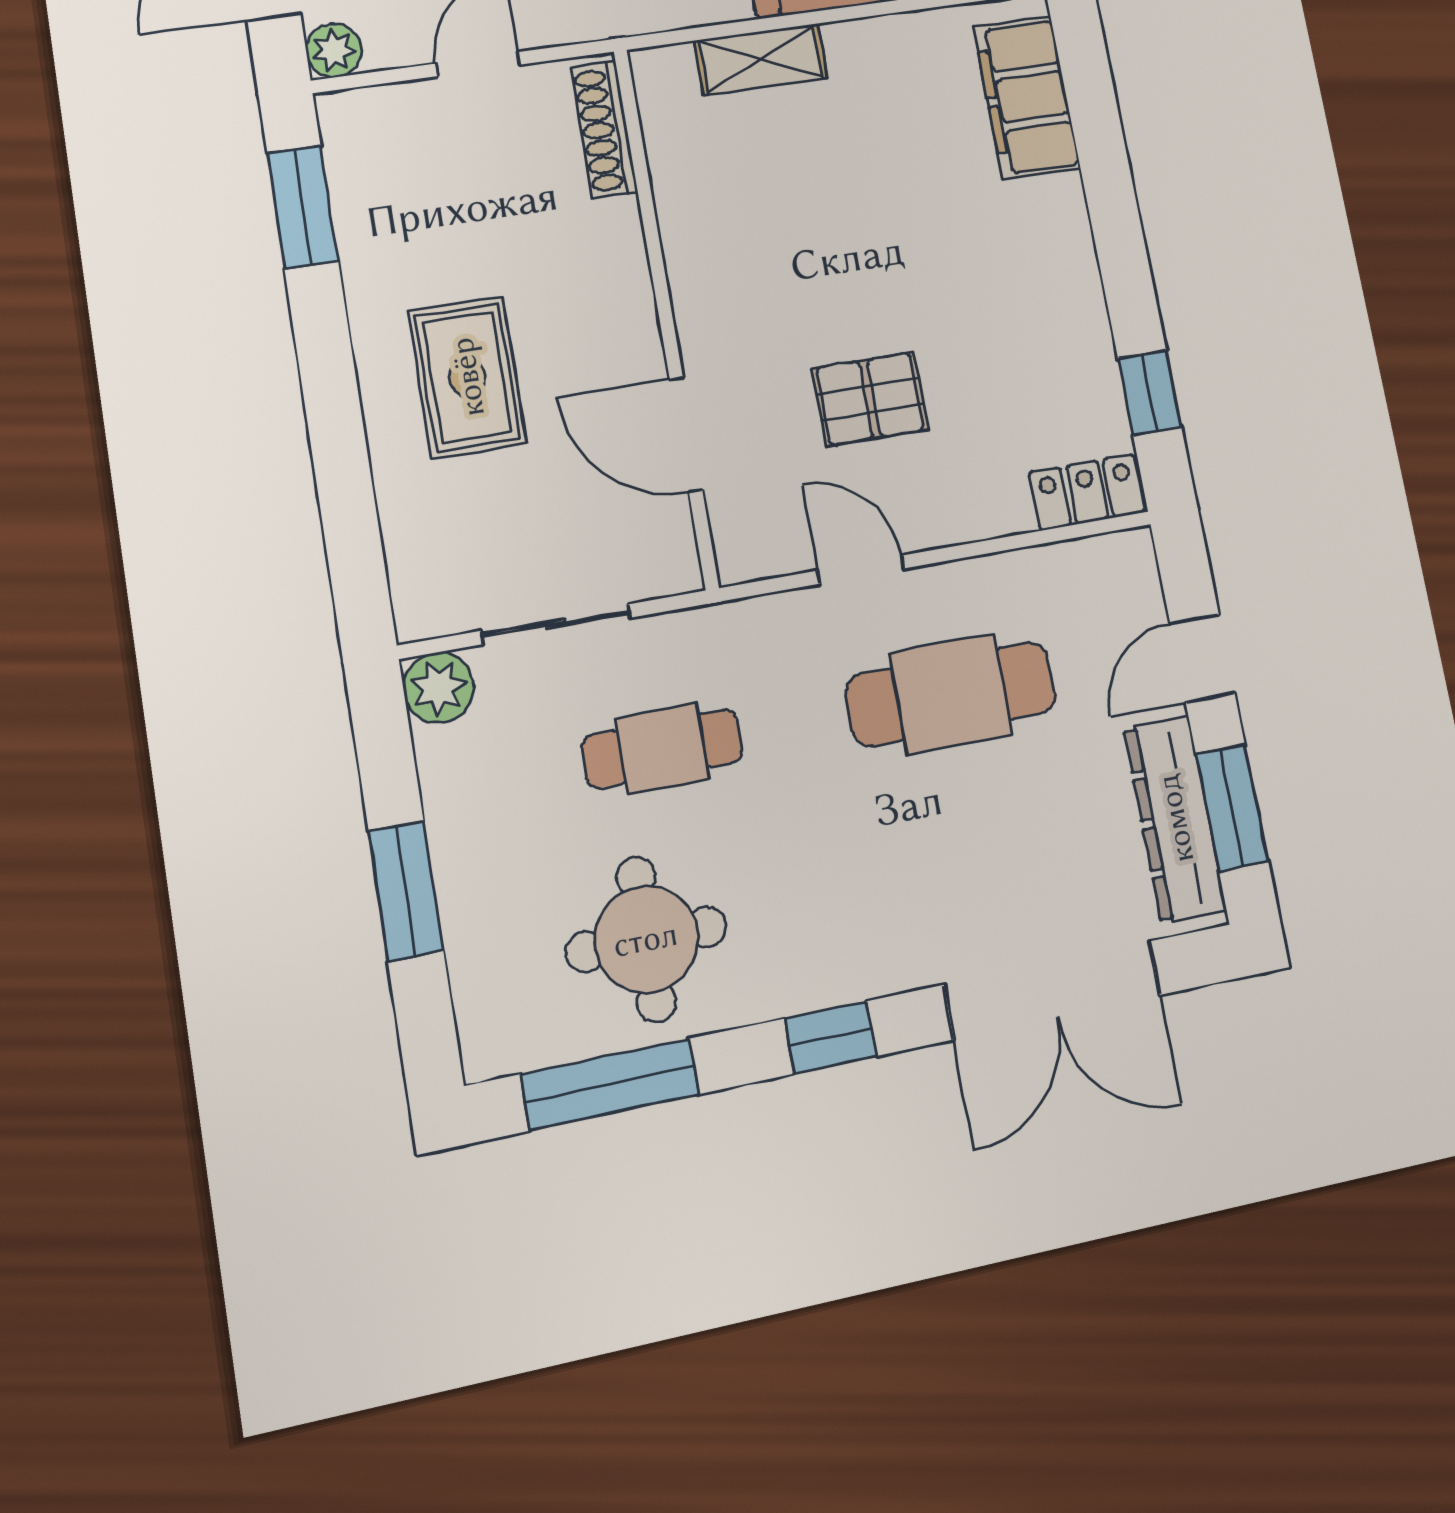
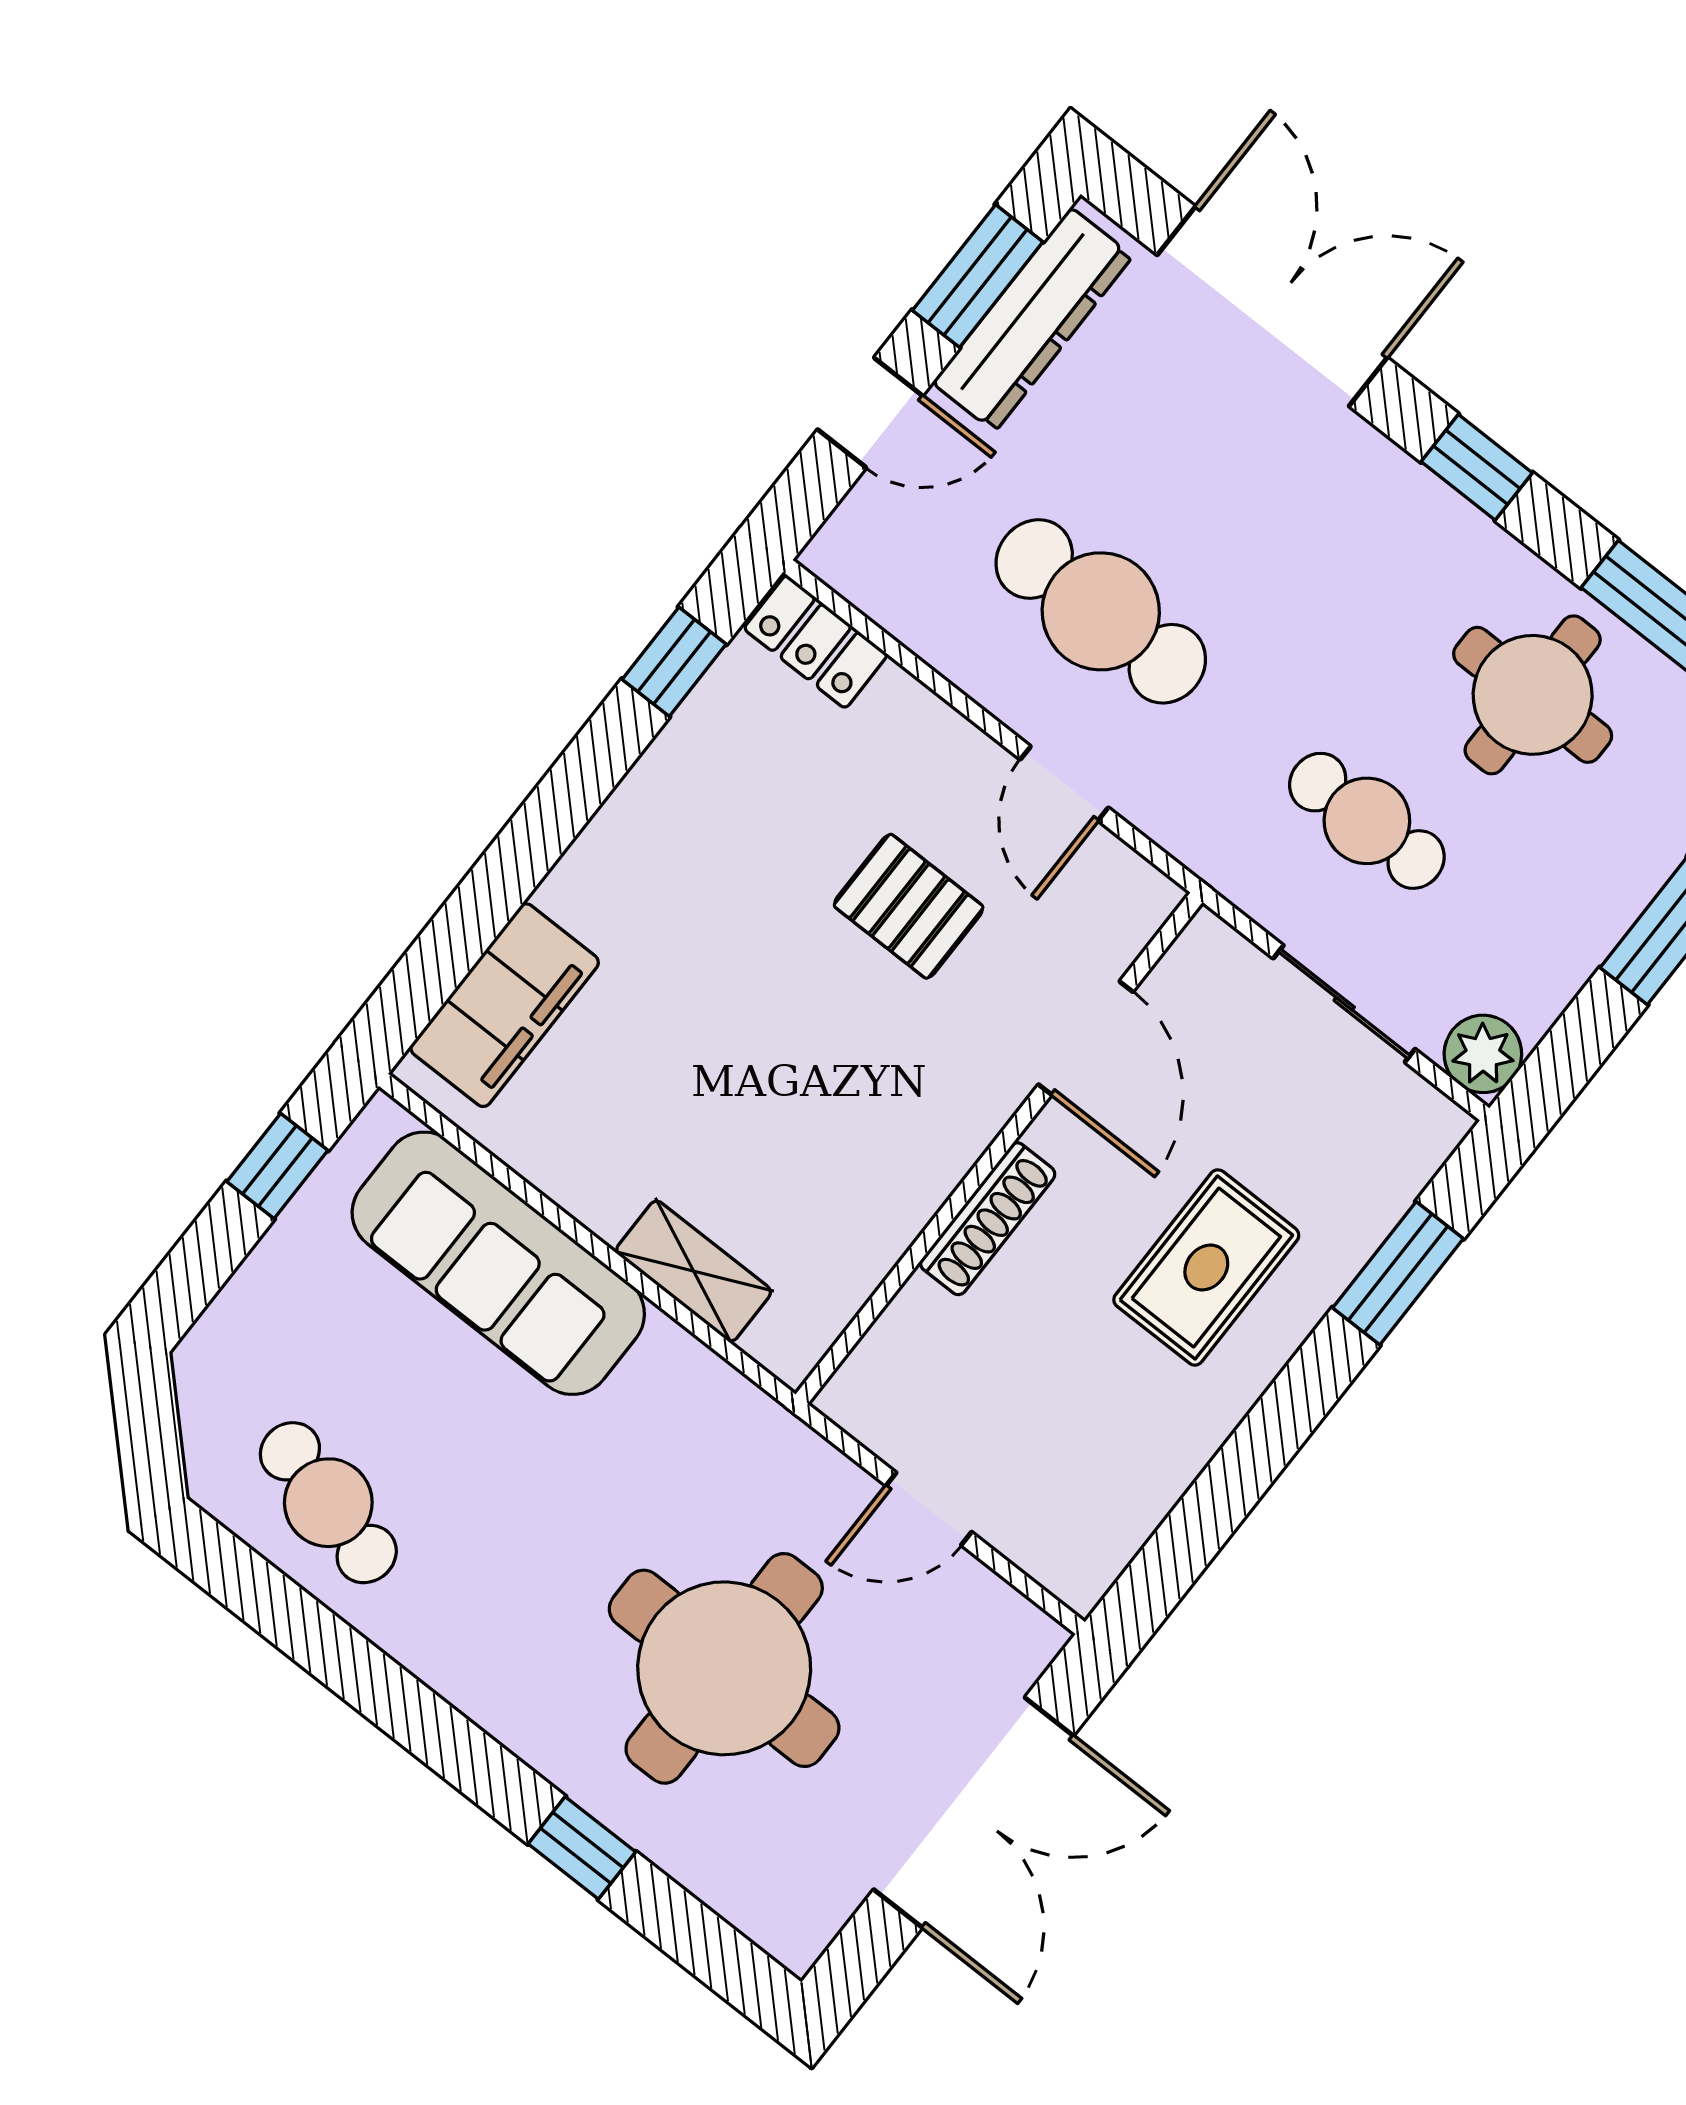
plant: (334, 50) -> (1031, 1639), removed
shoe rack: (604, 130) -> (988, 1219), moved
window: (303, 207) -> (1398, 1273), moved

